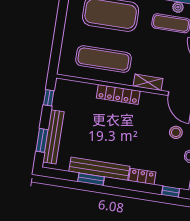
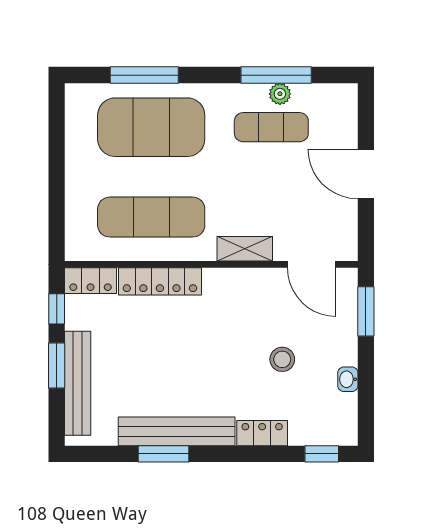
locker: (68, 86) -> (91, 281), added
locker: (118, 94) -> (160, 281), moved
stool: (176, 132) -> (282, 359), moved
window: (42, 140) -> (57, 365), moved

